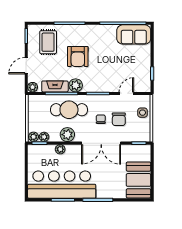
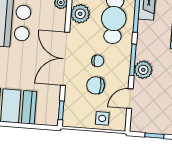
plant: (76, 85) -> (143, 70), moved
door: (126, 93) -> (130, 99), swing flipped

